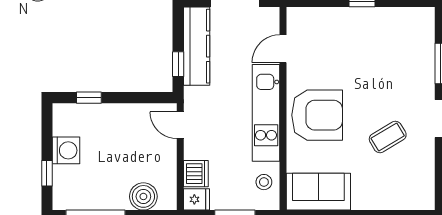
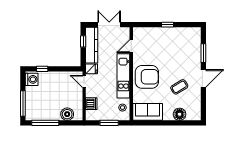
window: (178, 64) -> (83, 41), moved
washing machine: (66, 150) -> (32, 79), moved
window: (47, 173) -> (23, 104), width x2.17
floor lamp: (388, 197) -> (180, 114), added
fridge: (196, 199) -> (92, 69), moved

